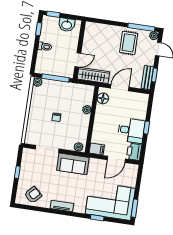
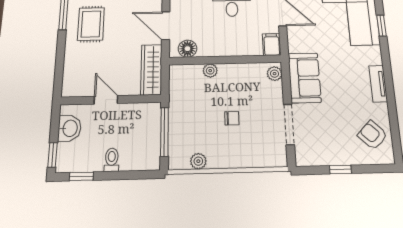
rug: (129, 43) -> (91, 24), turned 90
door: (78, 60) -> (106, 100), moved
plant: (37, 82) -> (198, 161), moved

